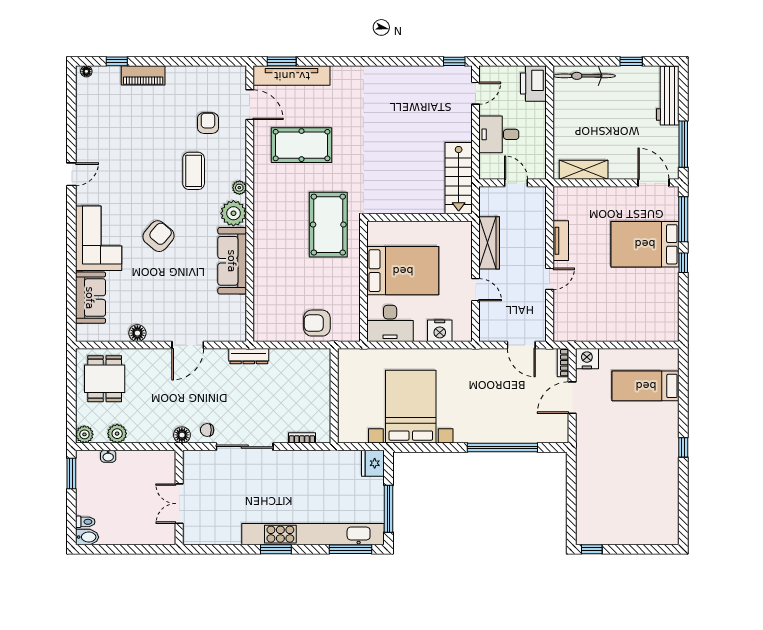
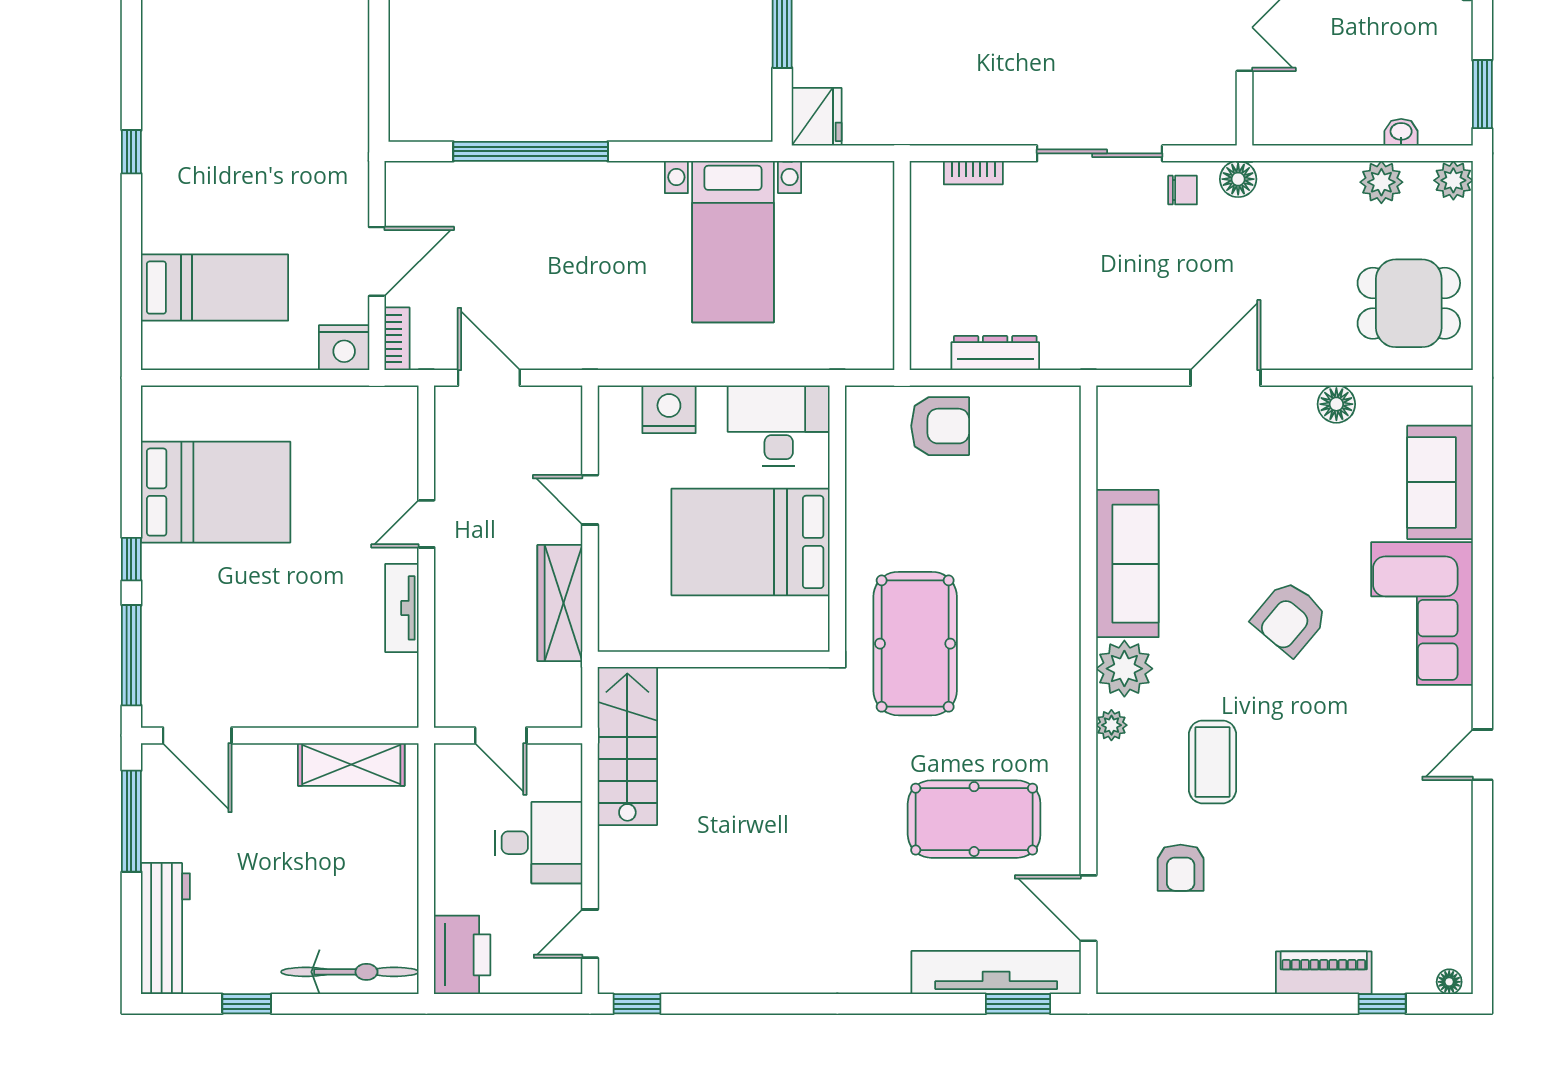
bed: (645, 244) -> (216, 492), moved
dresser: (249, 356) -> (995, 353), moved
dining table: (105, 379) -> (1409, 303), turned 90
bed with nightstands: (411, 407) -> (733, 242), width x0.73

